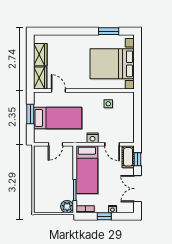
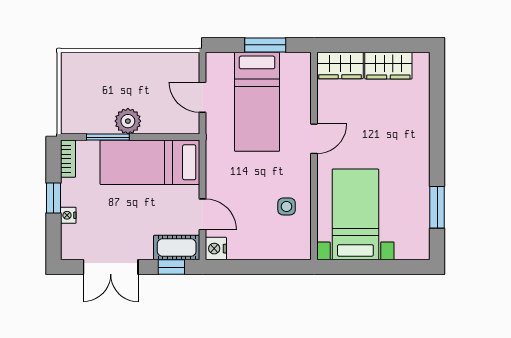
bed with nightstands: (112, 64) -> (355, 214), width x0.73
door: (58, 90) -> (314, 139), moved
nightstand: (93, 138) -> (216, 249), moved
door: (112, 144) -> (202, 214), swing flipped
double door: (138, 189) -> (111, 267), swing flipped
plant: (67, 207) -> (128, 121), moved

